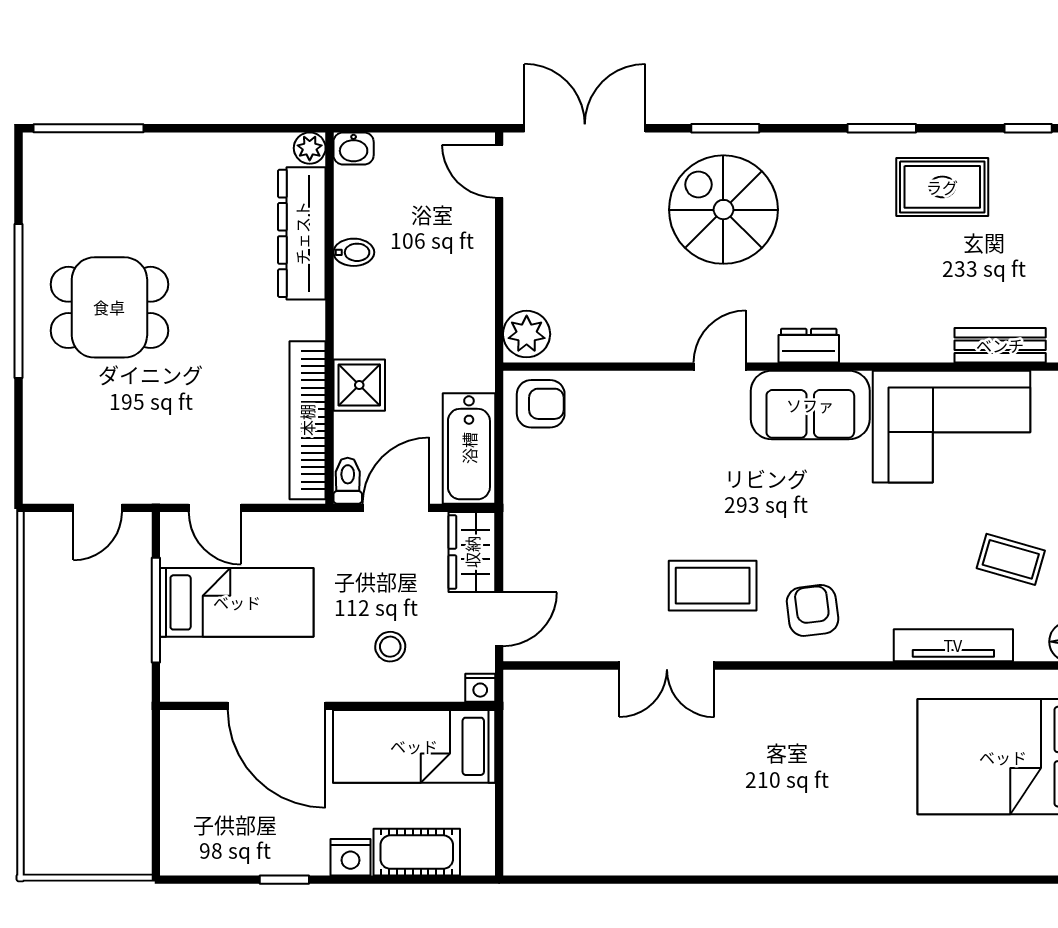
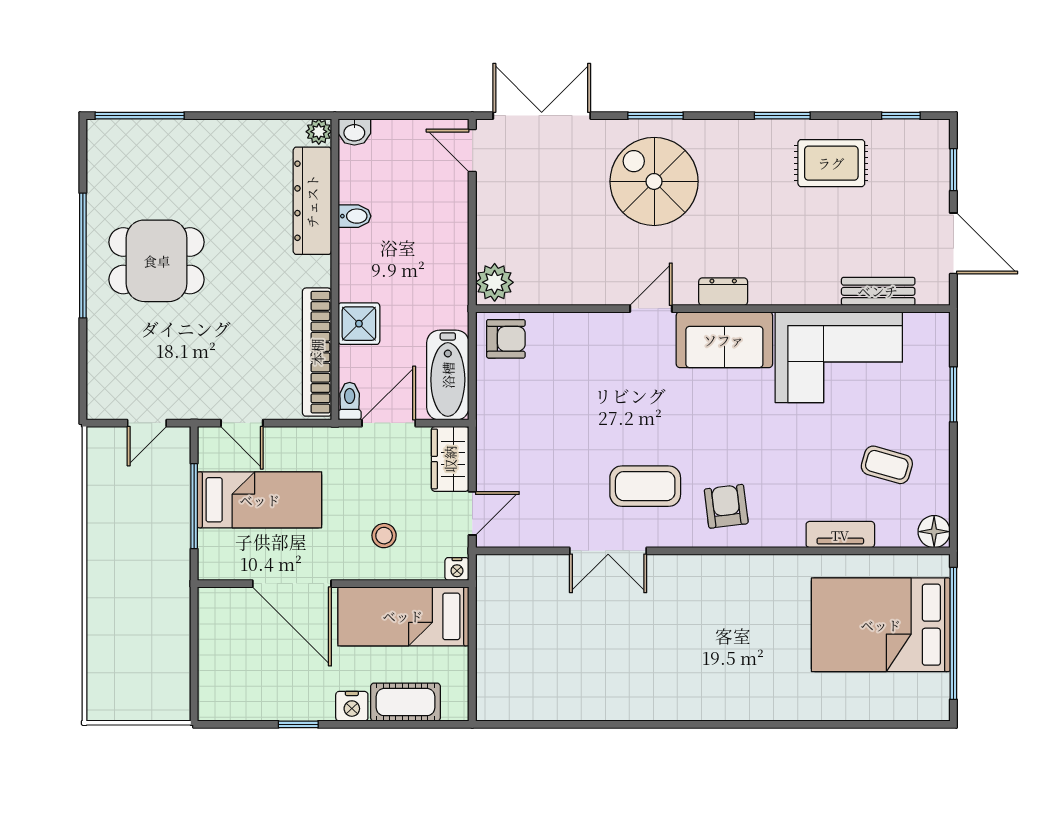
tv unit: (953, 645) -> (840, 535), width x0.71

